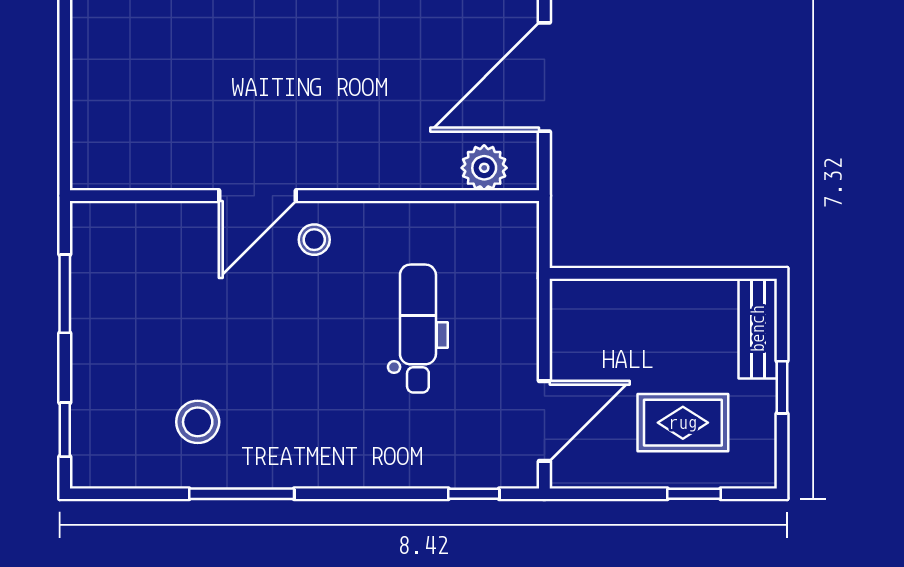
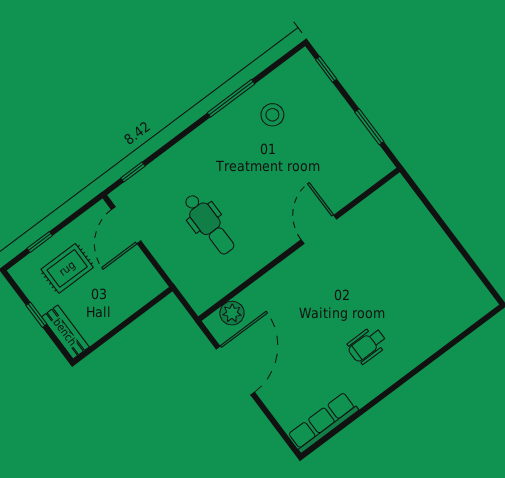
stool: (314, 240) -> (281, 229), removed

